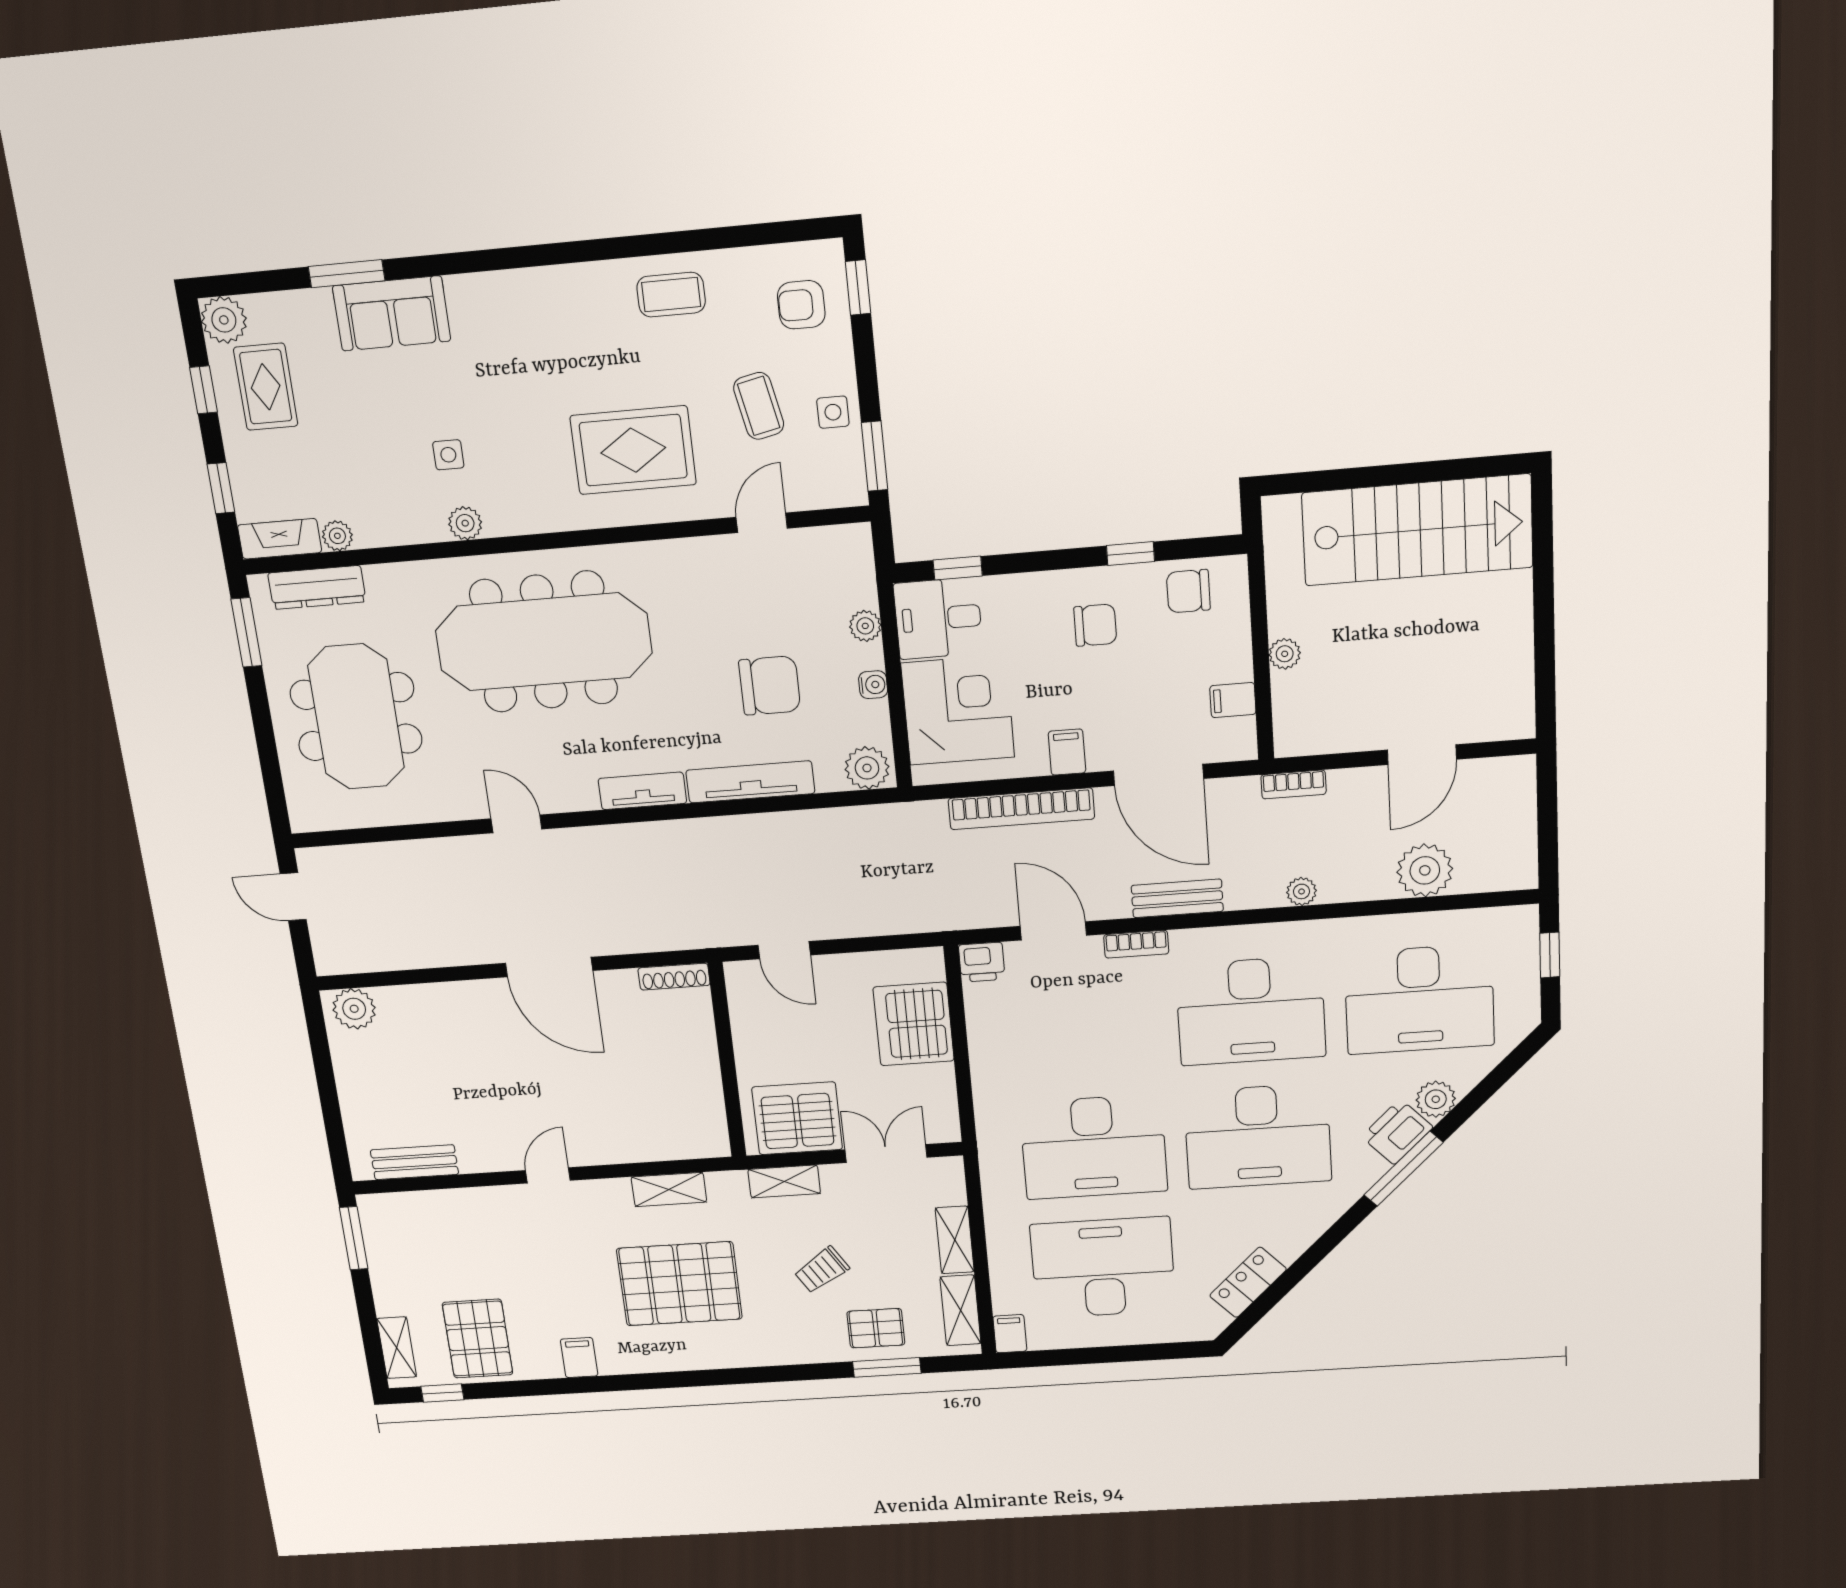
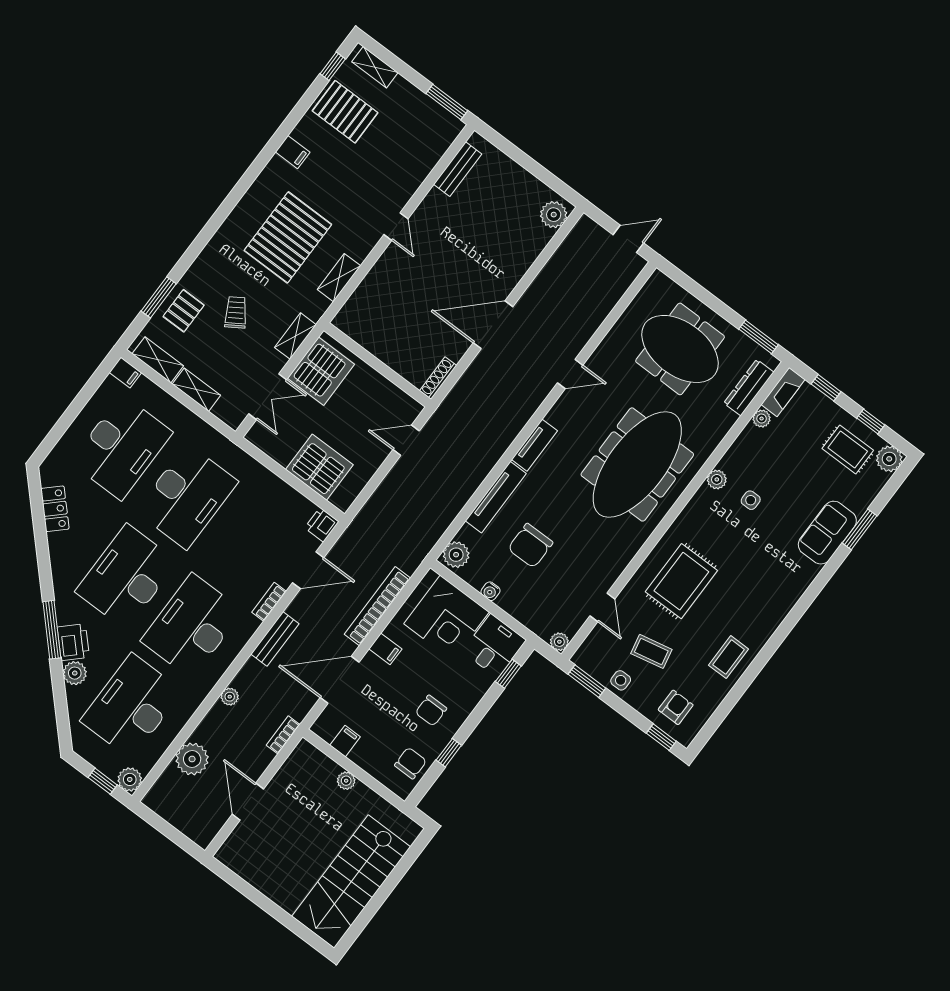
plant: (865, 626) -> (559, 642), moved
plant: (1519, 924) -> (130, 779), added
desk: (1094, 1147) -> (187, 496), turned 180

